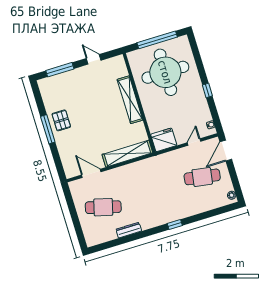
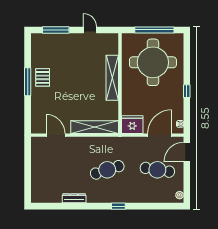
door: (194, 142) -> (160, 135), width x1.87
cafe table: (103, 207) -> (107, 170), moved, turned -33

